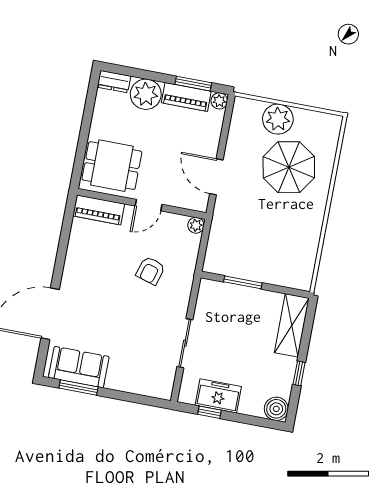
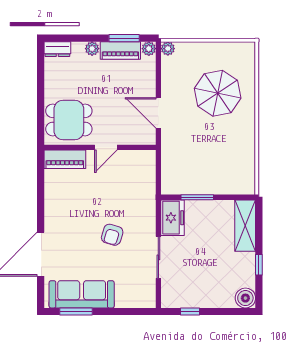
plant: (146, 94) -> (92, 49), width x0.53, depth x0.53
plant: (278, 119) -> (168, 49), moved, width x0.53, depth x0.53
plant: (196, 225) -> (149, 157), removed
armchair: (151, 271) -> (112, 235), moved
sofa: (79, 367) -> (82, 294), width x1.36
freezer: (218, 396) -> (173, 218), moved, turned 90

